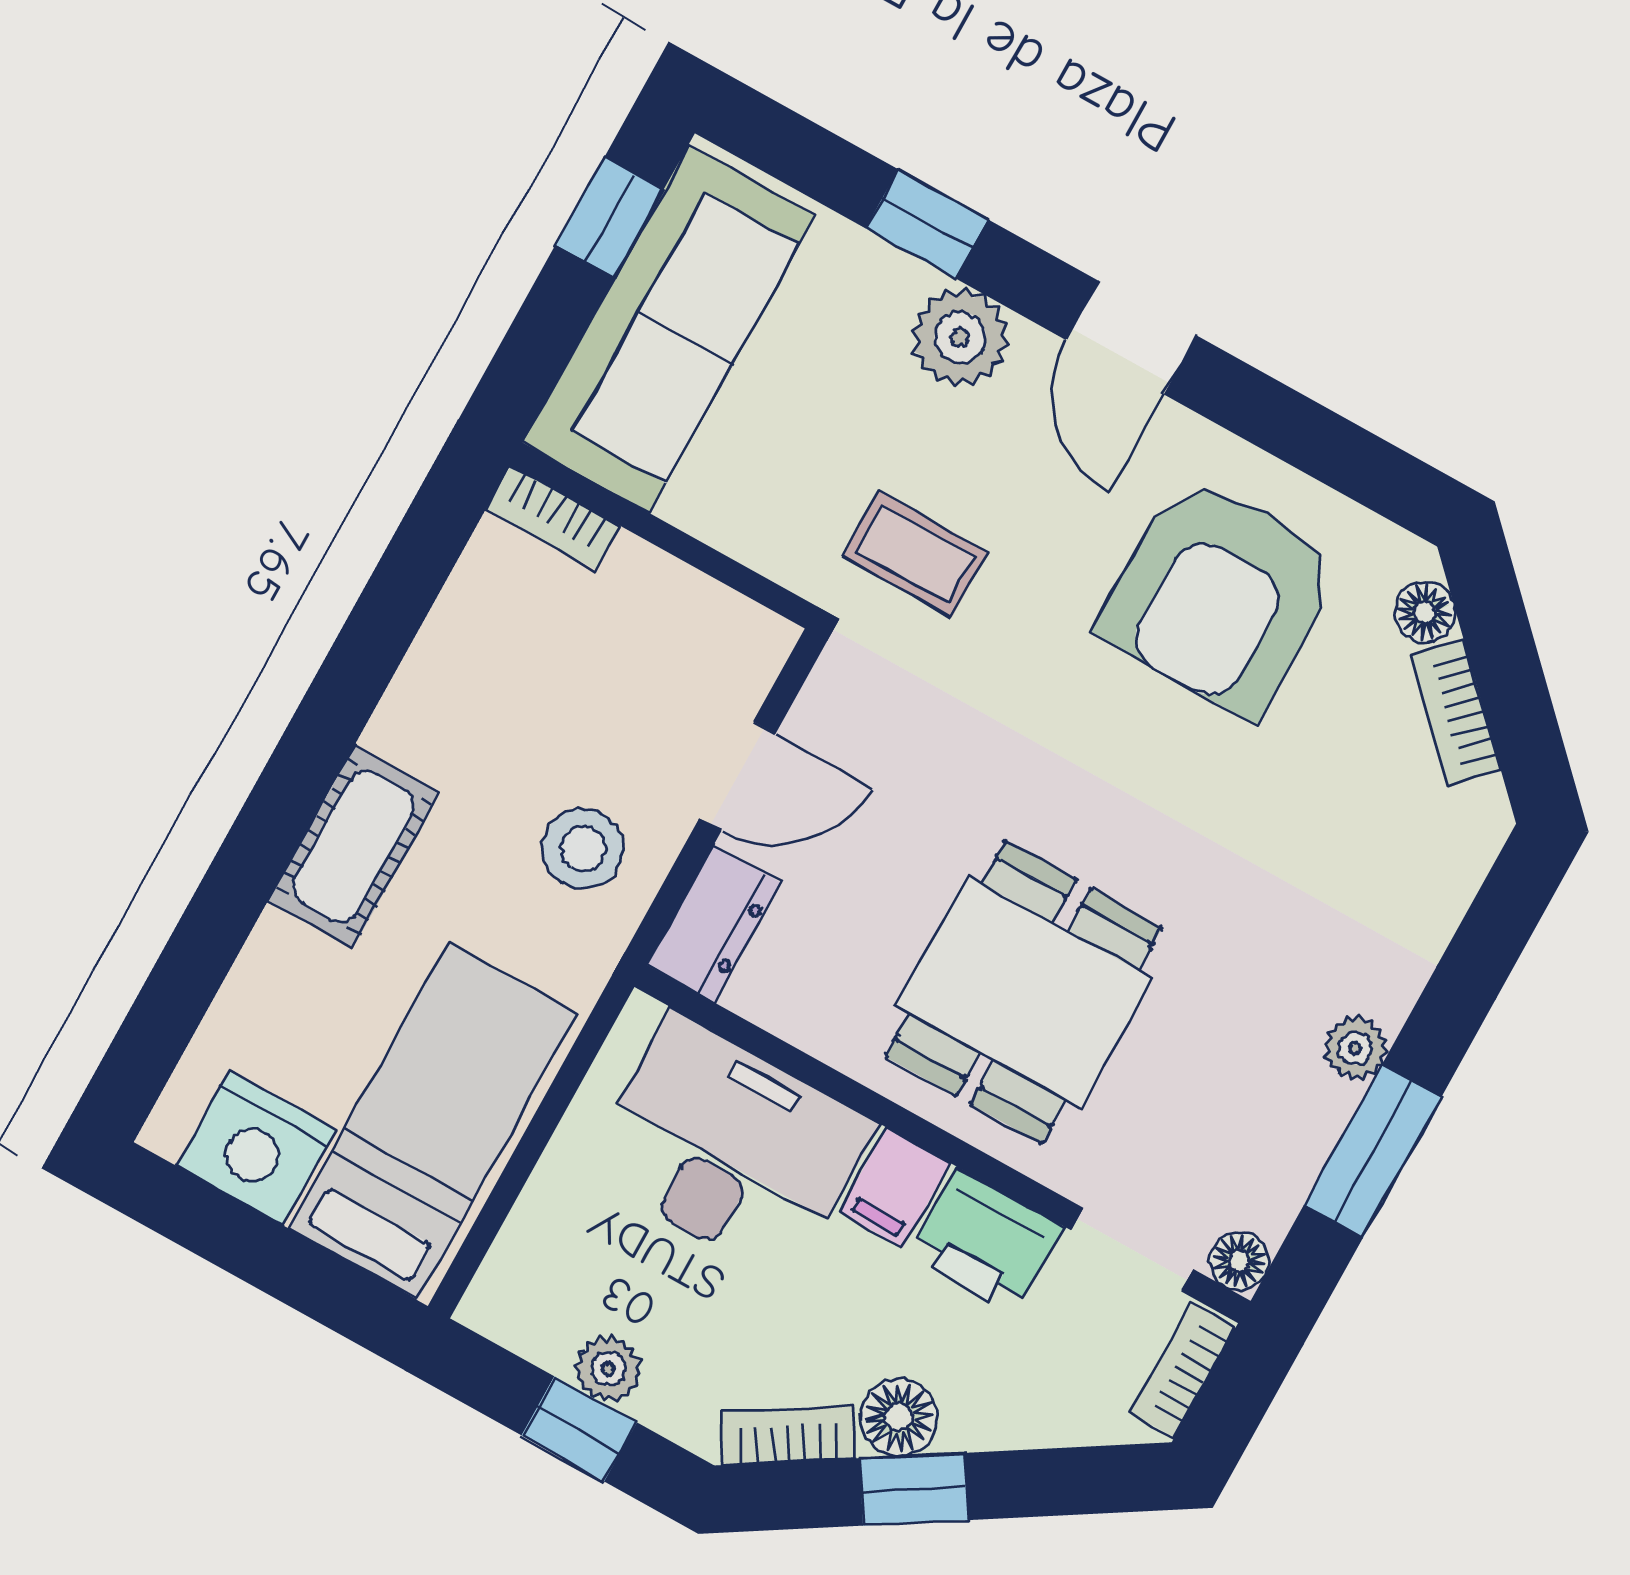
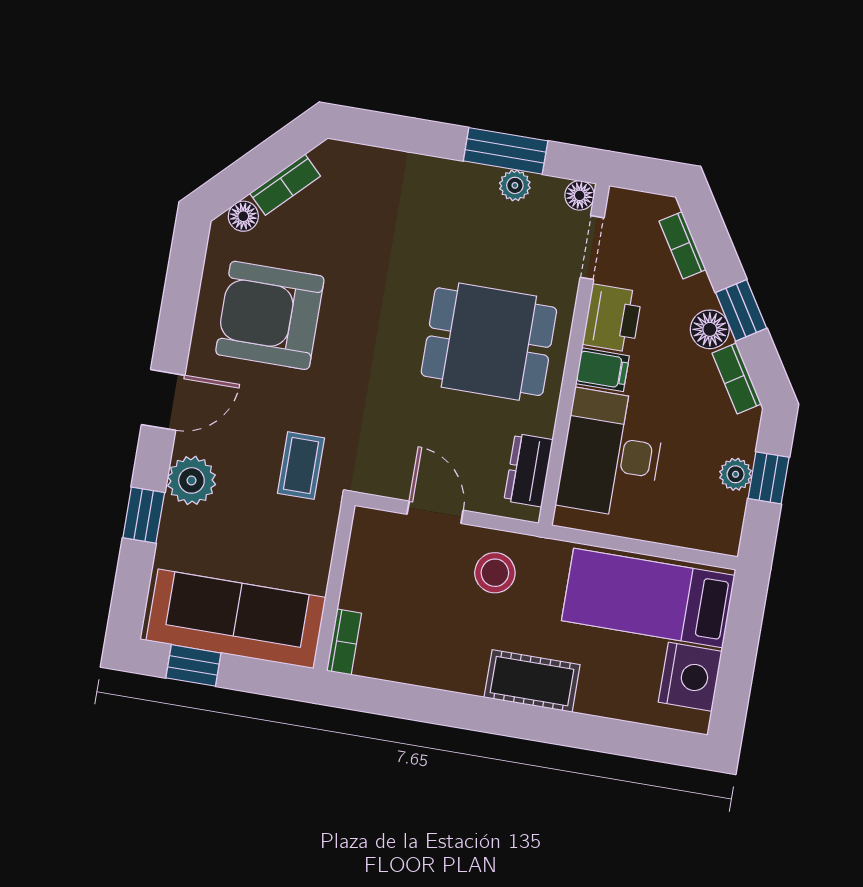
armchair: (1220, 596) -> (270, 315), turned 180
dresser: (714, 924) -> (528, 470), moved, turned -90
plant: (1355, 1048) -> (515, 185), moved
bookcase: (1183, 1370) -> (683, 245), moved, turned 58

